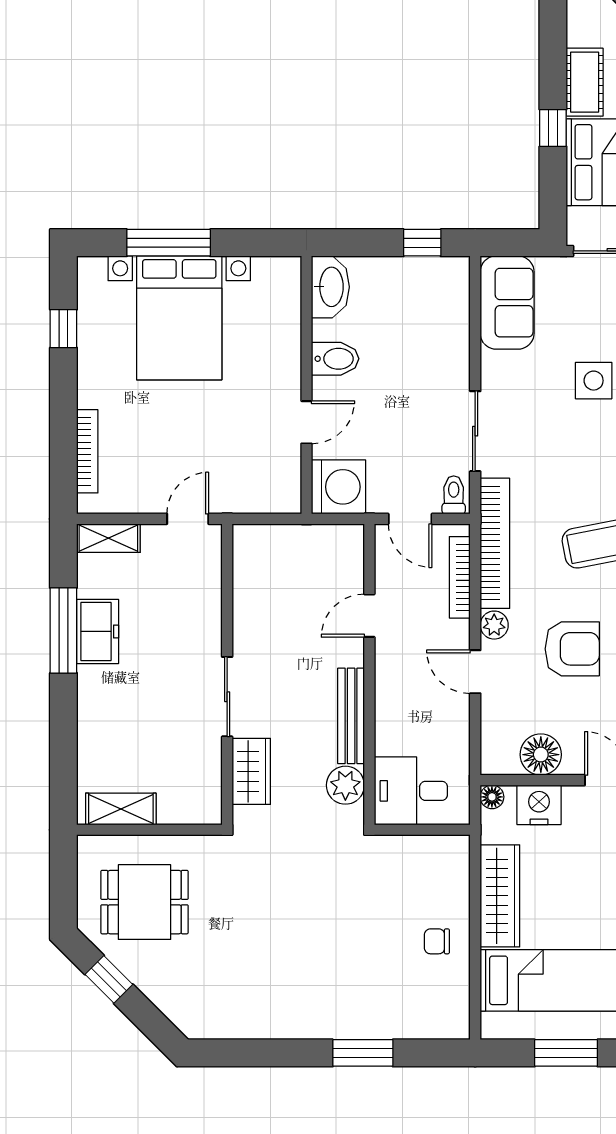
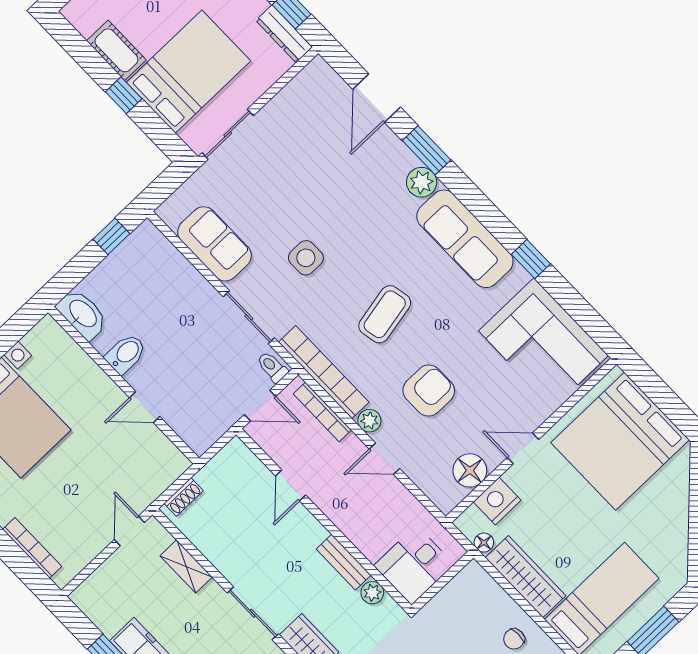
sofa: (507, 303) -> (214, 244), moved
side table: (594, 381) -> (306, 258), moved
door: (307, 422) -> (145, 407), swing flipped
washing machine: (339, 487) -> (200, 427), removed
shoe rack: (265, 535) -> (184, 497), added
shelving: (108, 538) -> (186, 566), moved, turned 90
bench: (351, 716) -> (344, 562), width x0.73
plant: (345, 785) -> (372, 593), width x0.73, depth x0.73
floor lamp: (492, 797) -> (484, 543), moved

